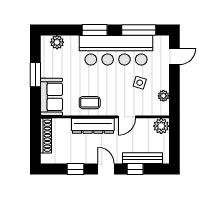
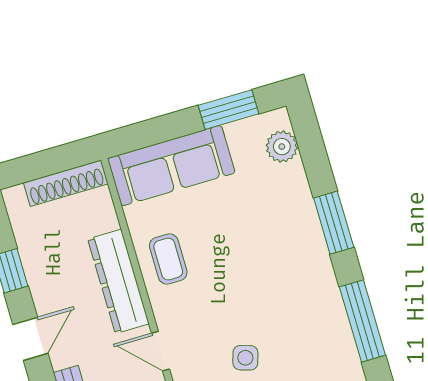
bar counter: (116, 50) -> (302, 284), removed
window: (35, 75) -> (228, 110), moved
sofa: (52, 97) -> (171, 166), width x1.36

